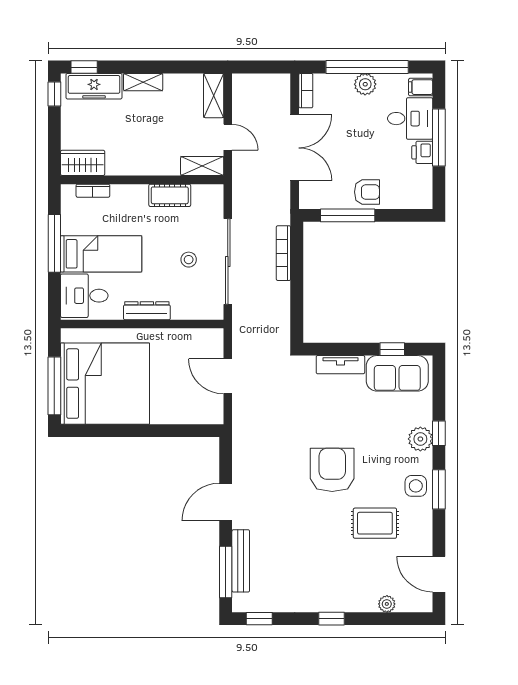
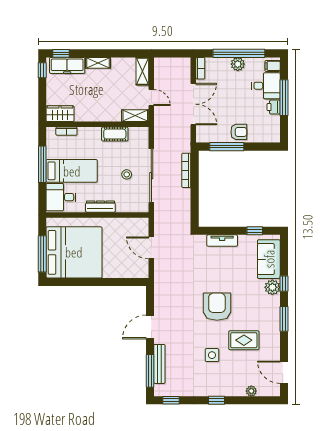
sofa: (397, 373) -> (269, 259), moved, turned 90
side table: (416, 486) -> (212, 355), moved

